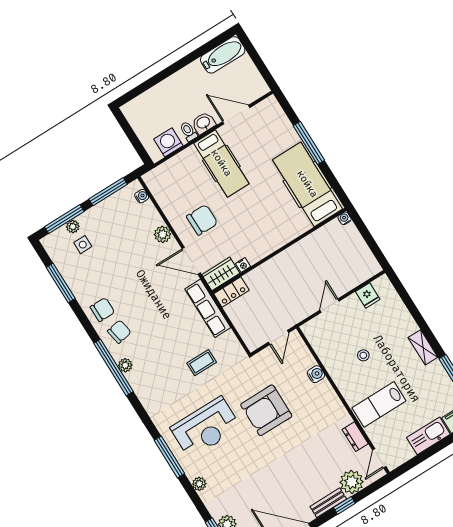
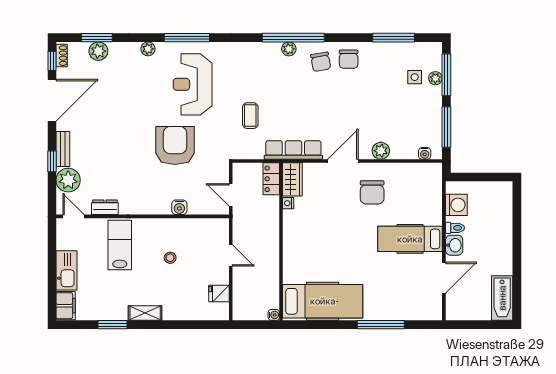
hospital bed: (307, 184) -> (323, 301), moved
water cooler: (345, 218) -> (274, 315), moved
wall: (279, 251) -> (281, 242), moved
nightstand: (243, 265) -> (288, 203), moved
wardrobe: (221, 274) -> (292, 179), moved
locker: (231, 292) -> (271, 179), moved

